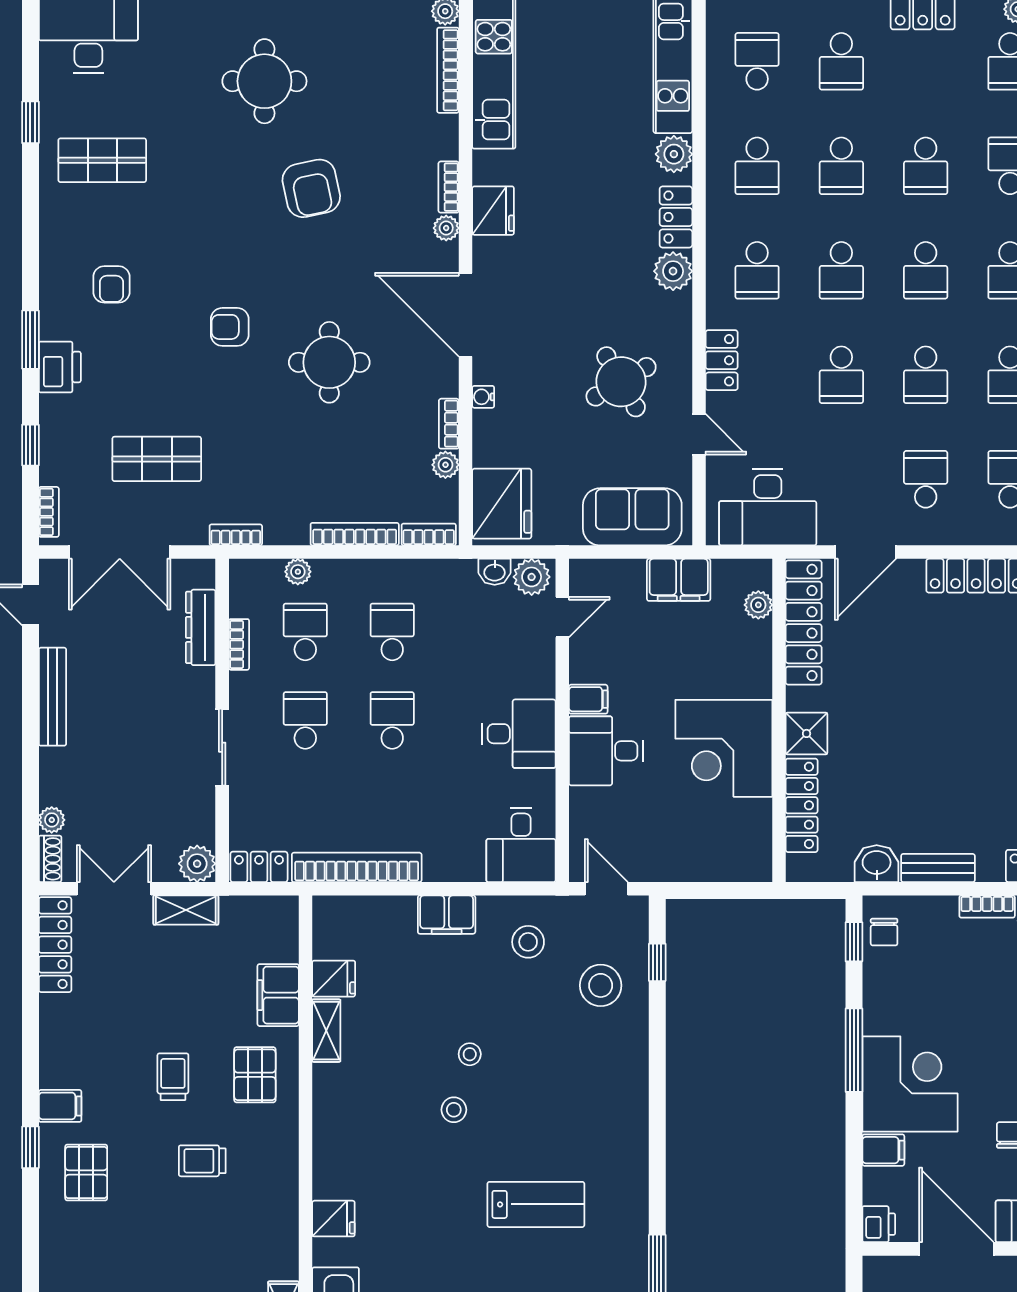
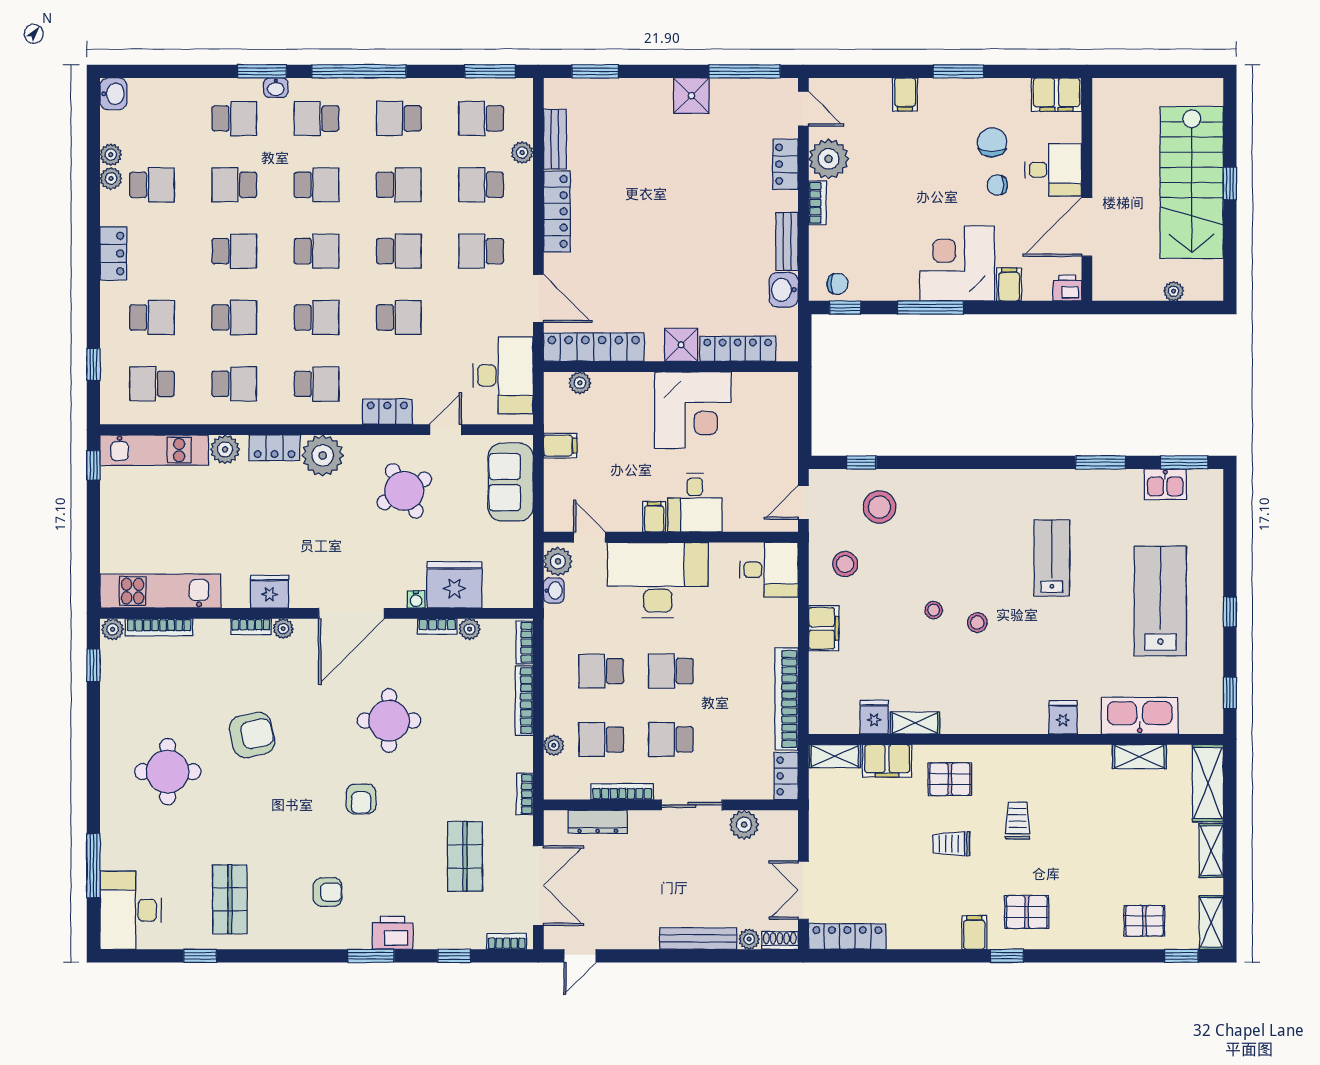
plant: (673, 271) -> (323, 455), width x1.36, depth x1.36
fridge: (502, 504) -> (454, 585), moved
filing cabinet: (679, 580) -> (560, 446), width x0.50
bookcase: (239, 644) -> (622, 792), width x1.56
bench: (52, 697) -> (698, 938), moved
desk: (519, 734) -> (658, 580), width x1.87, depth x1.30
plant: (197, 864) -> (744, 825), moved
shelving: (186, 910) -> (835, 756), moved, turned 90
trolley: (202, 1161) -> (1018, 821), turned 180

